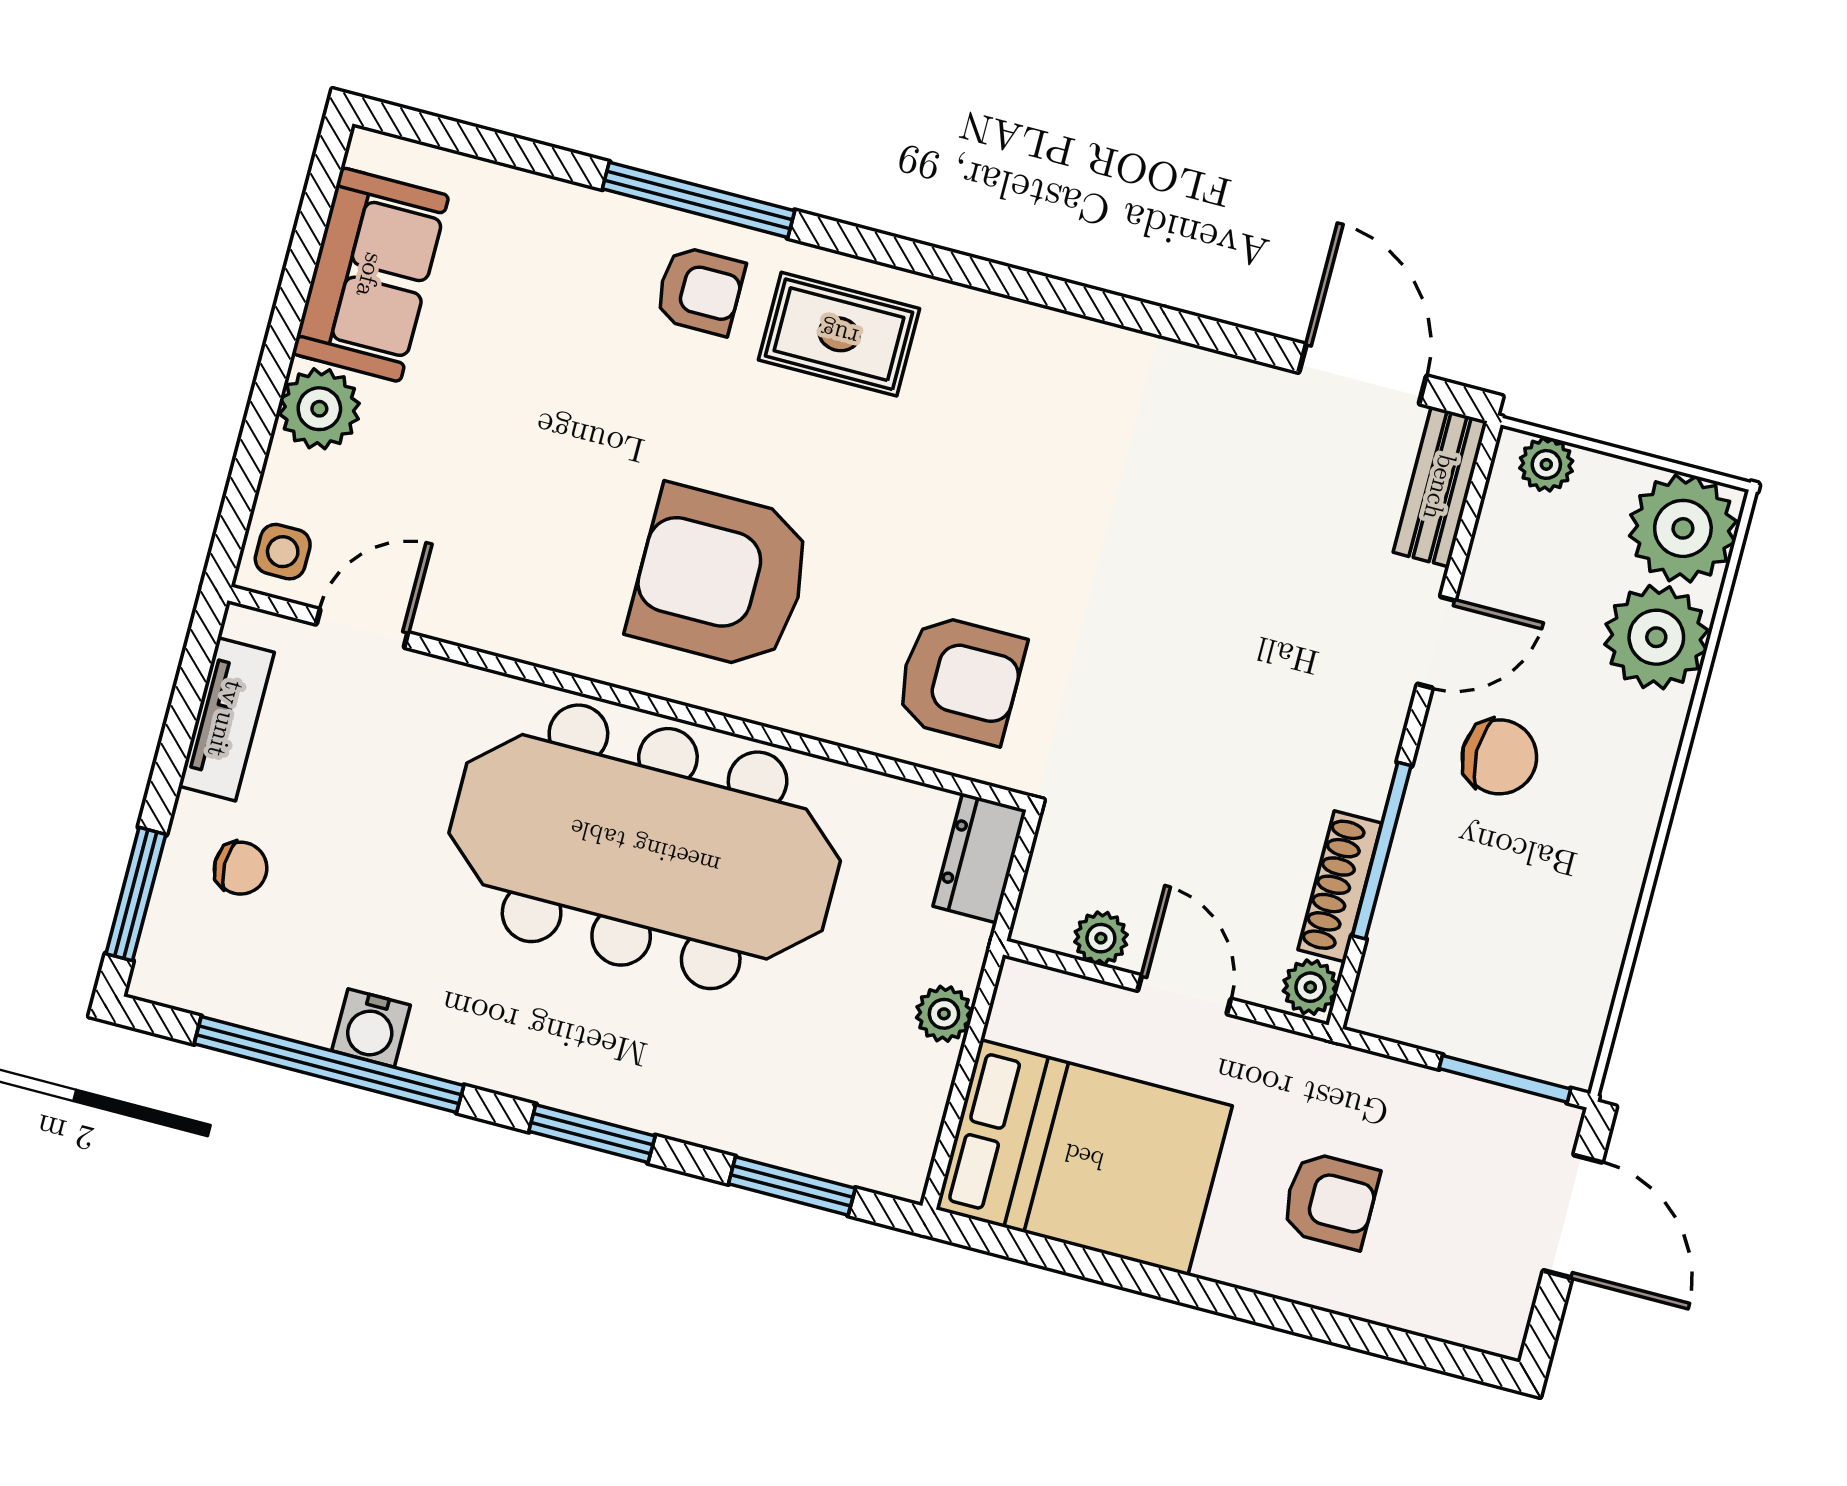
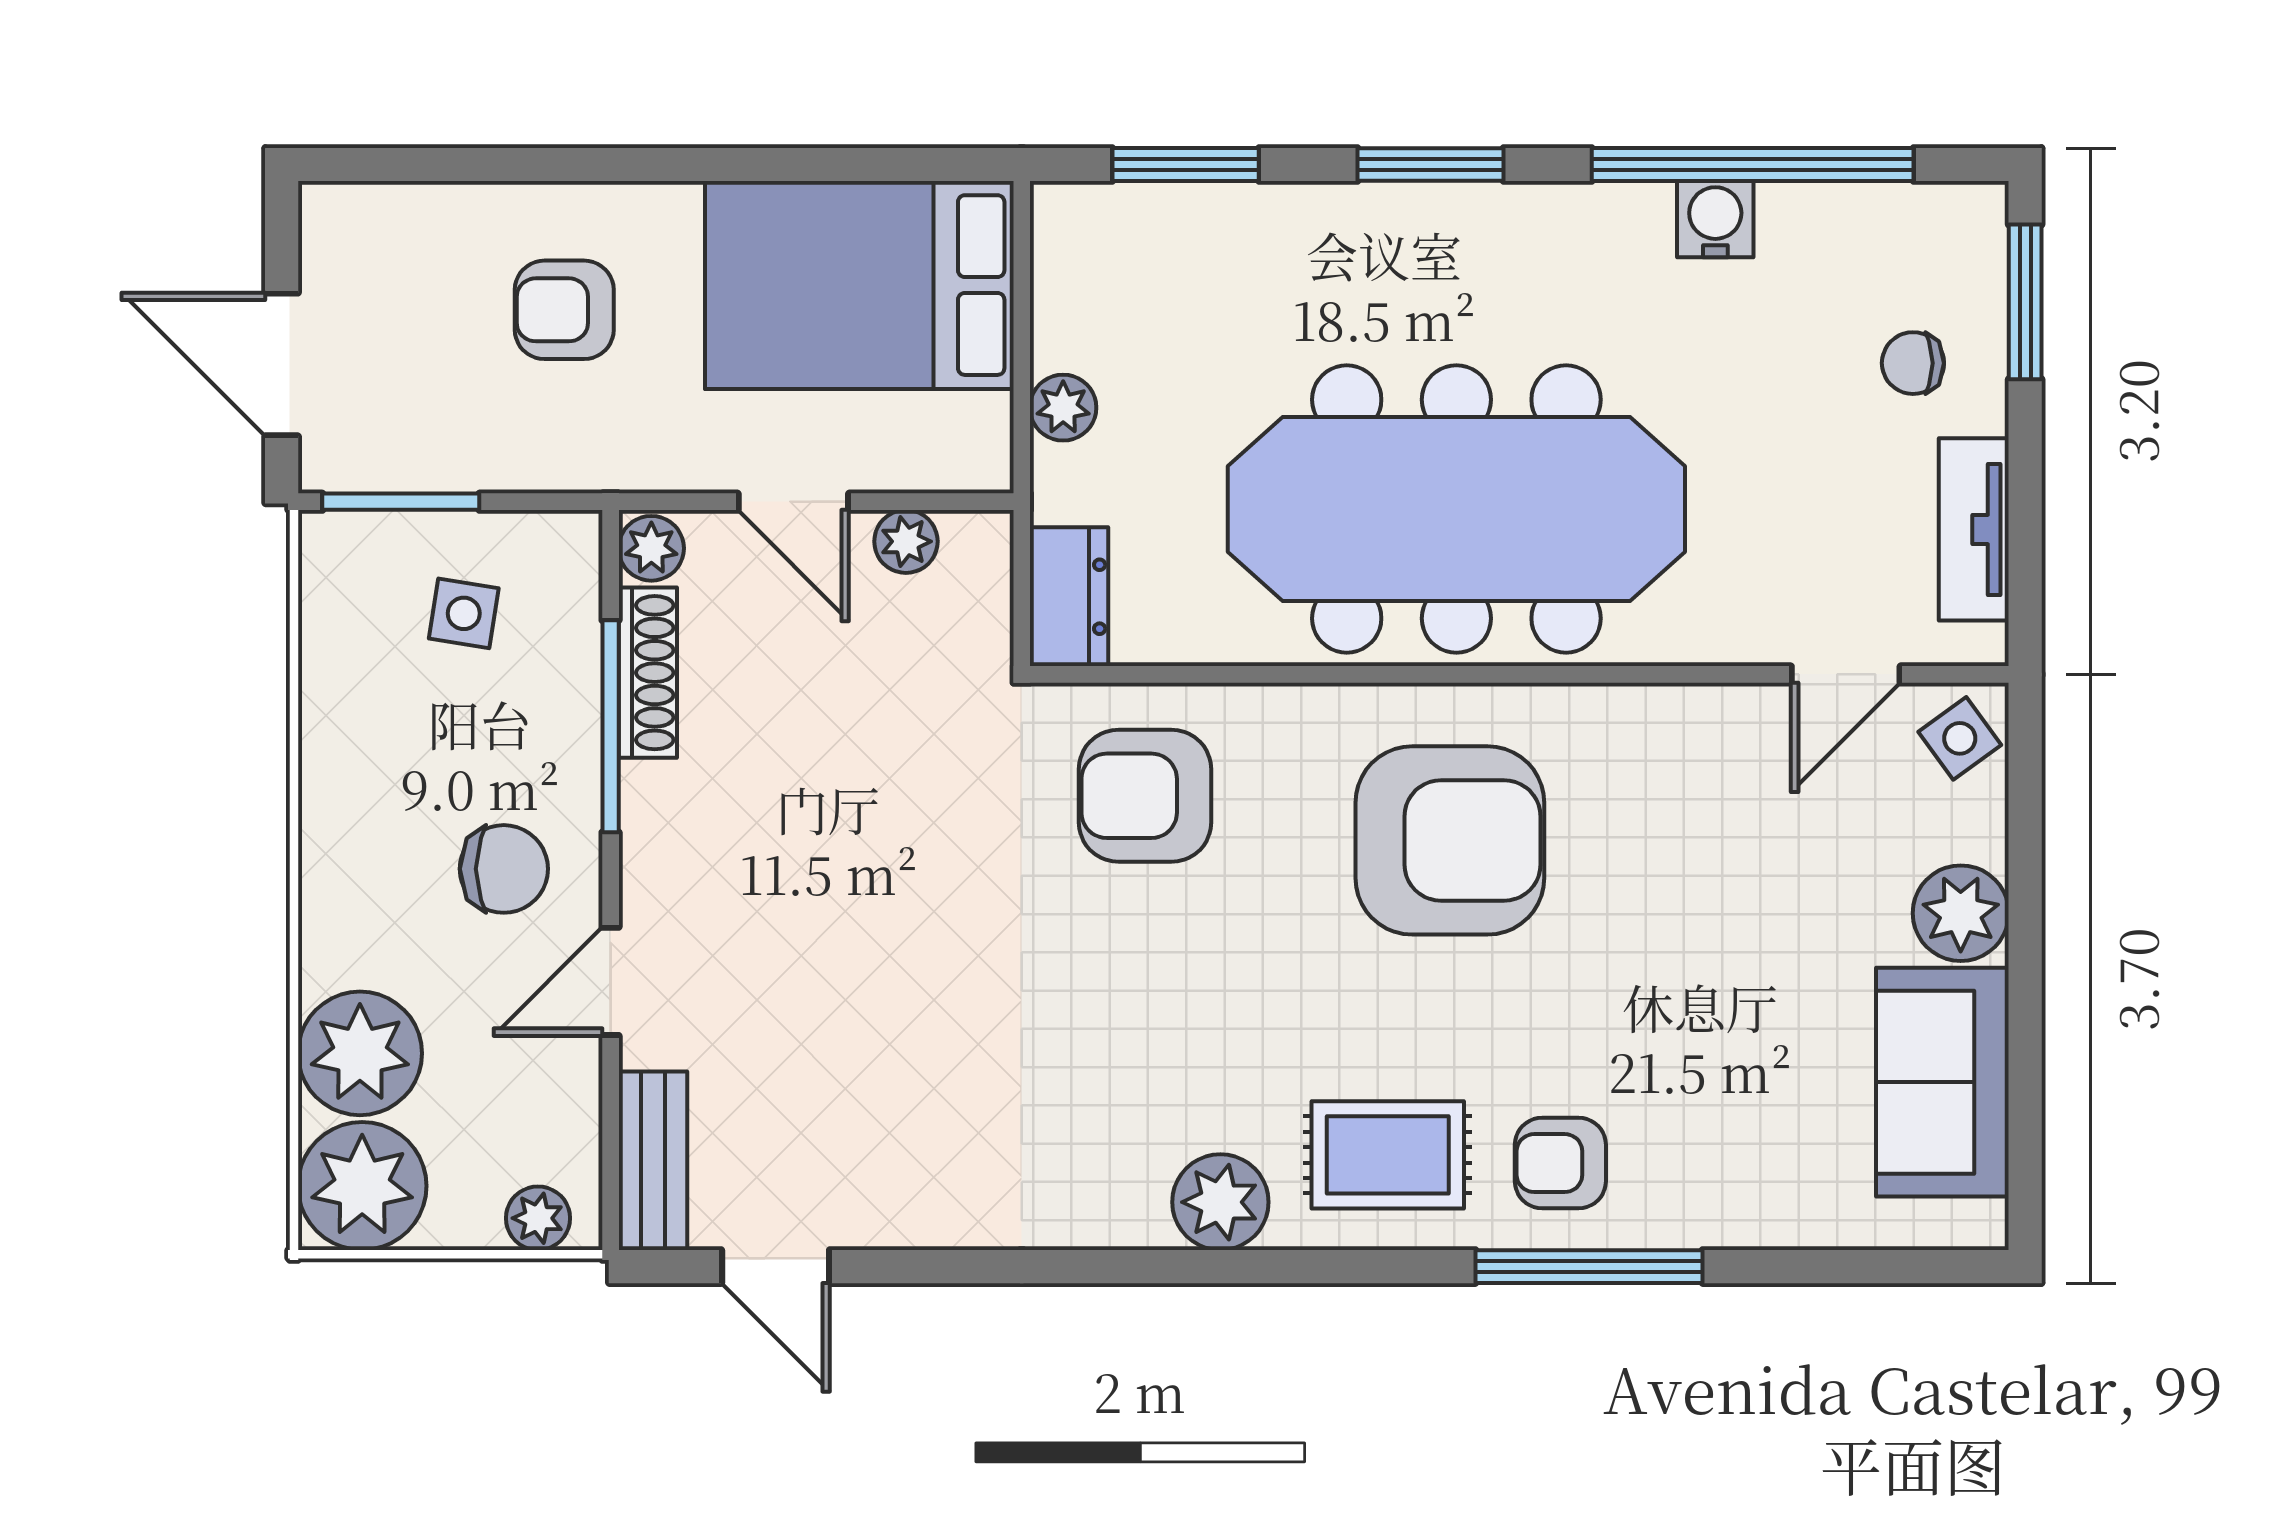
plant: (986, 331) -> (1220, 1202), added
door: (1363, 374) -> (776, 1267), width x0.73
side table: (283, 552) -> (1960, 738), turned -36
chair: (1499, 757) -> (504, 869), turned 180
side table: (1477, 974) -> (464, 613), added

